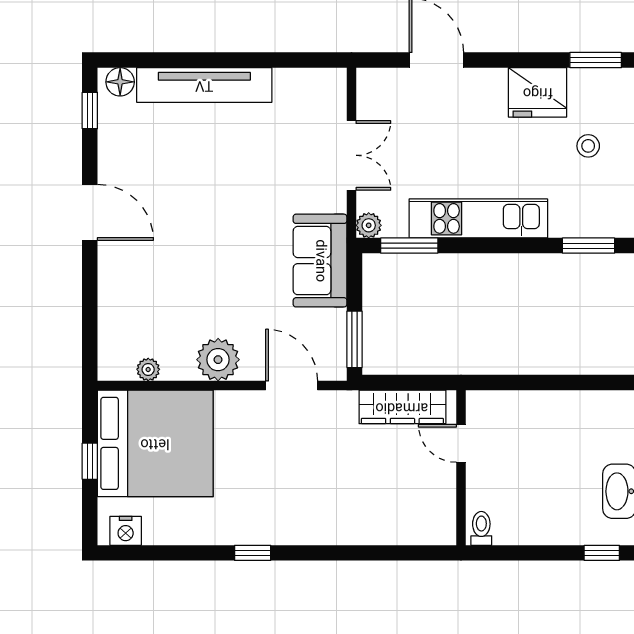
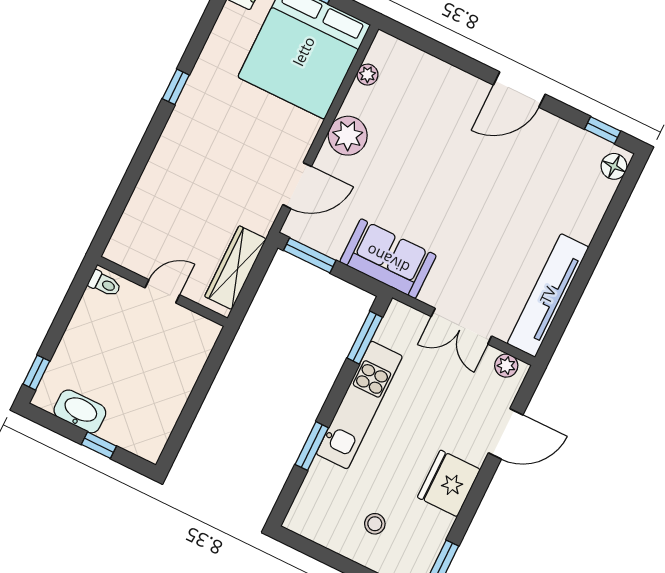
tv unit: (204, 85) -> (548, 295), moved
fridge: (538, 92) -> (449, 483), moved
plant: (369, 225) -> (506, 366), moved
window: (588, 246) -> (312, 446), moved
door: (461, 443) -> (162, 291), moved

